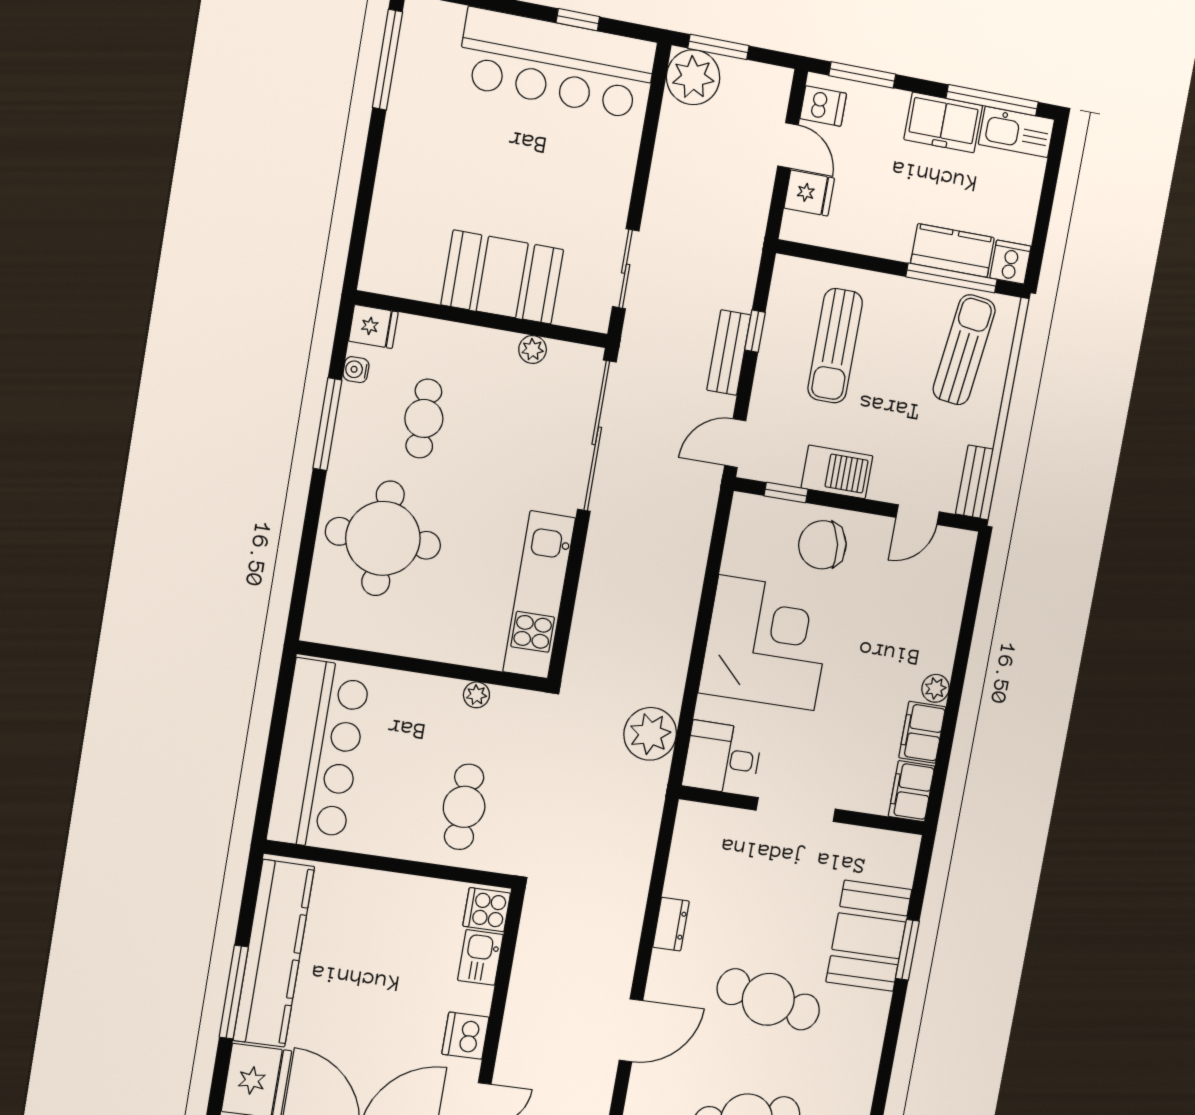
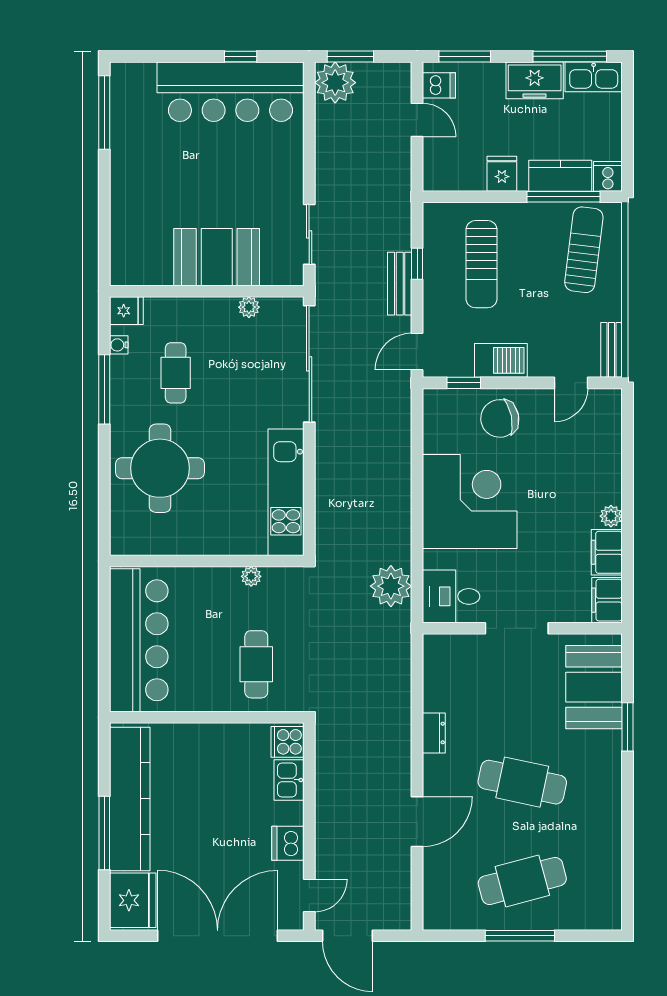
fridge: (809, 193) -> (502, 174), moved, turned -90
booth: (869, 936) -> (594, 687), moved

